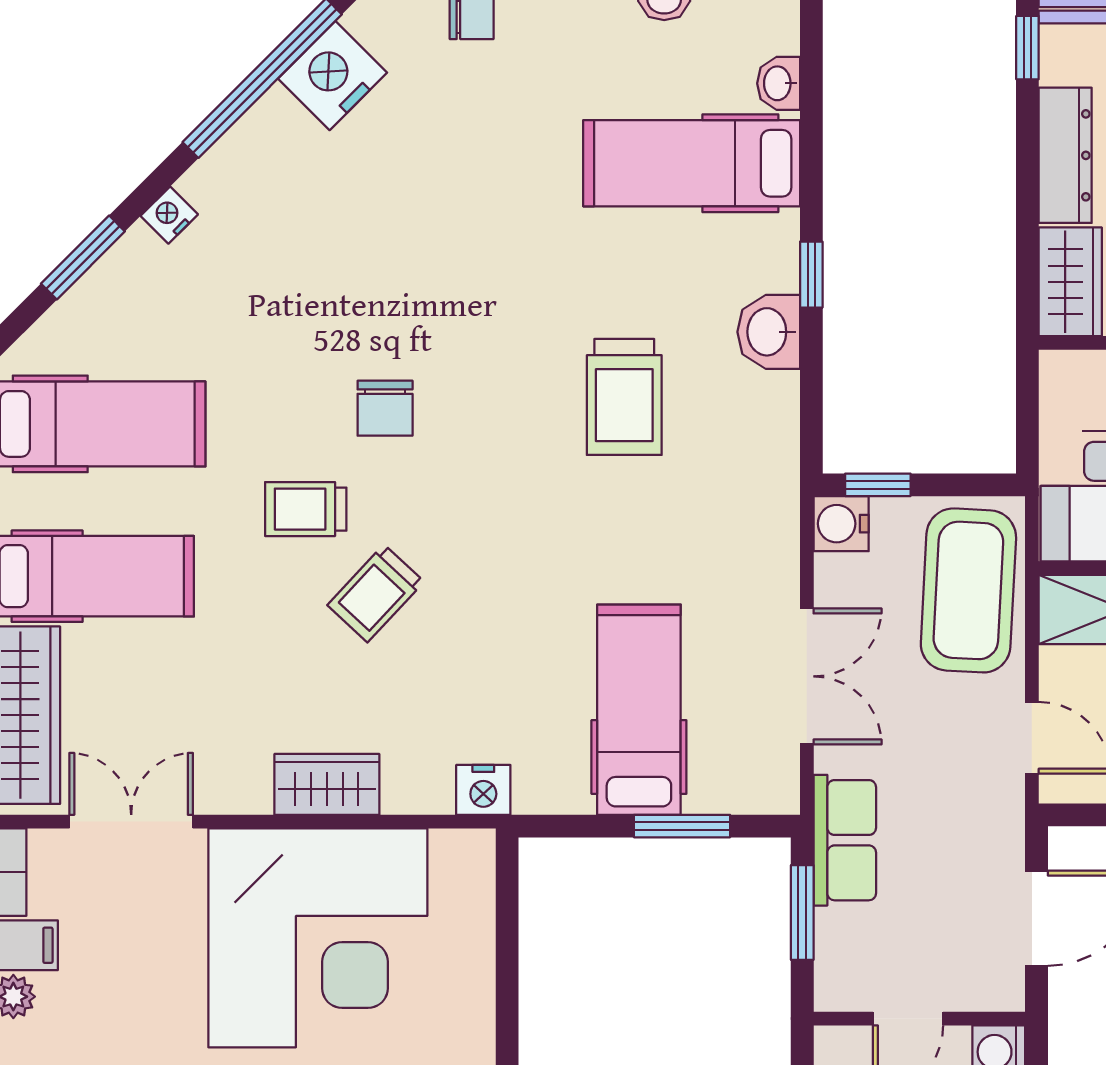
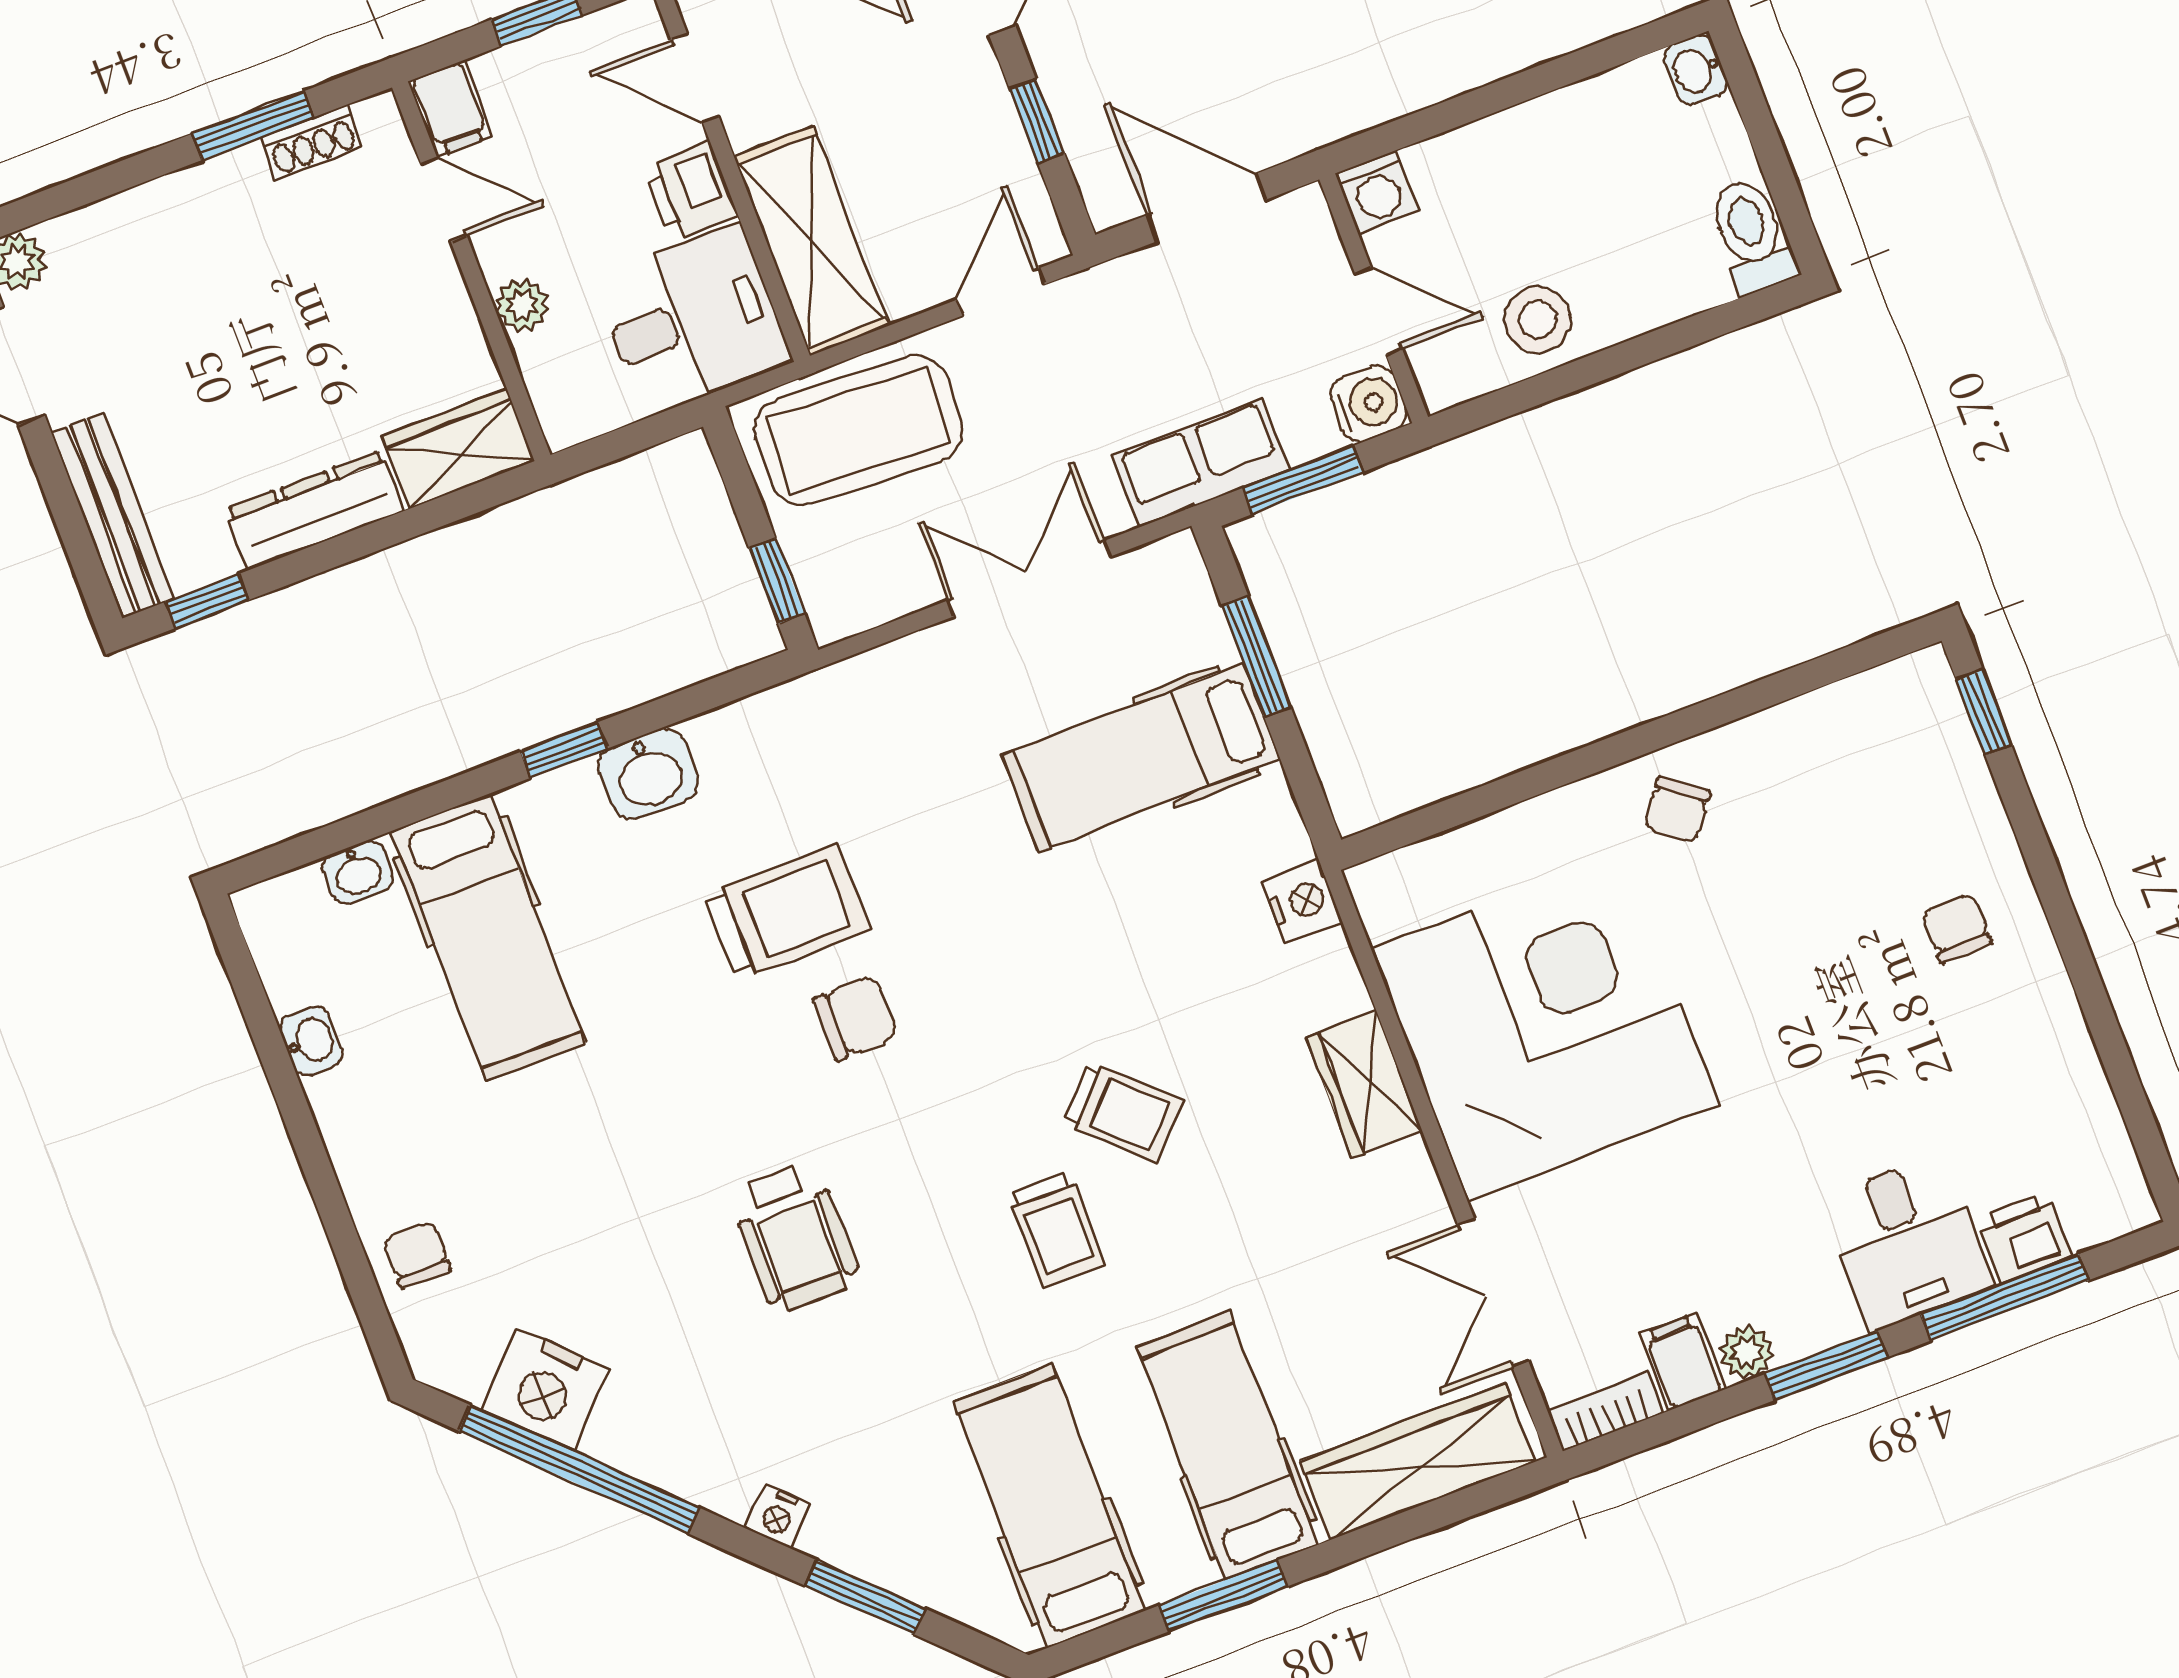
wheelchair: (376, 308) -> (794, 1237), added
chair: (385, 408) -> (856, 1018), moved
water cooler: (841, 524) -> (1369, 404), moved, turned -90

